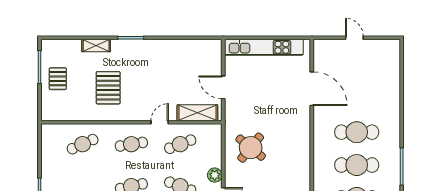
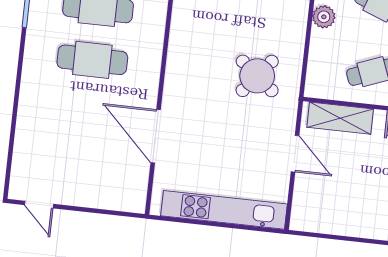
door: (354, 38) -> (39, 205), moved
round table: (251, 148) -> (257, 76), moved

